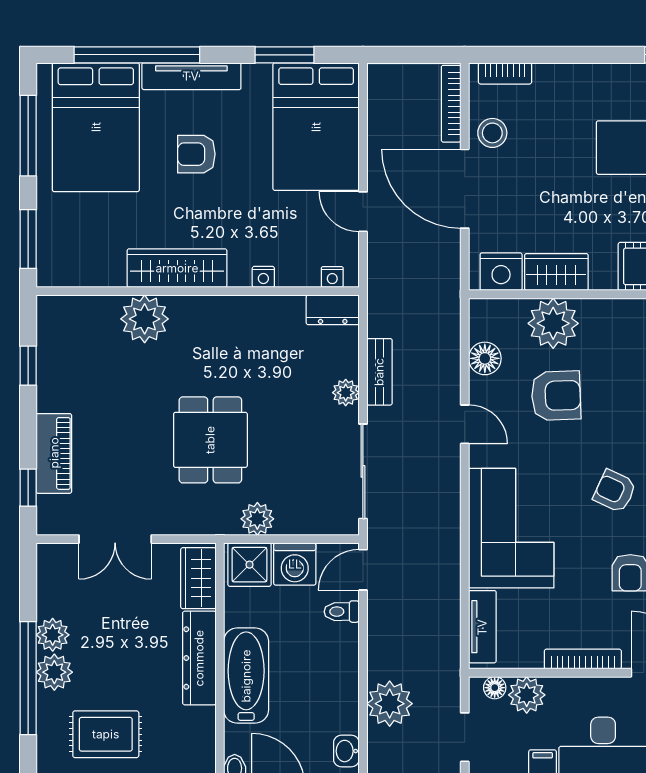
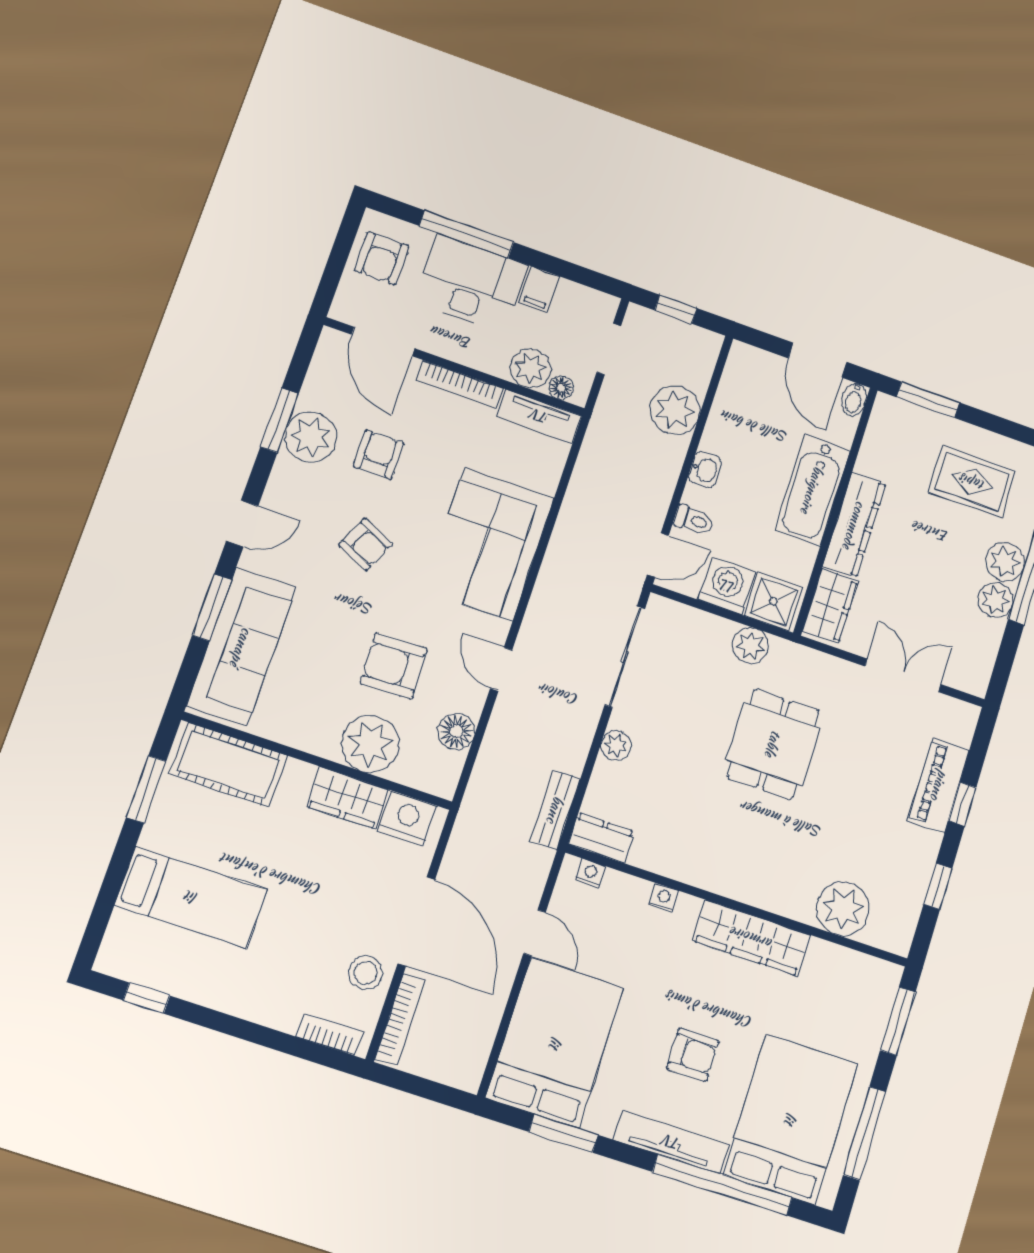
plant: (145, 319) -> (843, 909), moved
bench: (379, 372) -> (555, 810), moved
window: (28, 488) -> (962, 804), moved
tv unit: (482, 627) -> (539, 416), moved, turned -90
washbasin: (346, 751) -> (705, 470), moved

